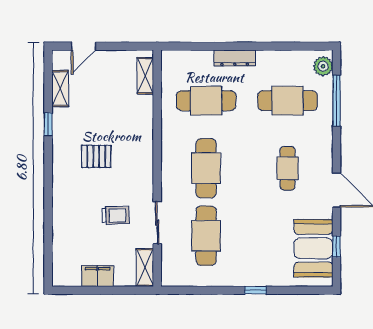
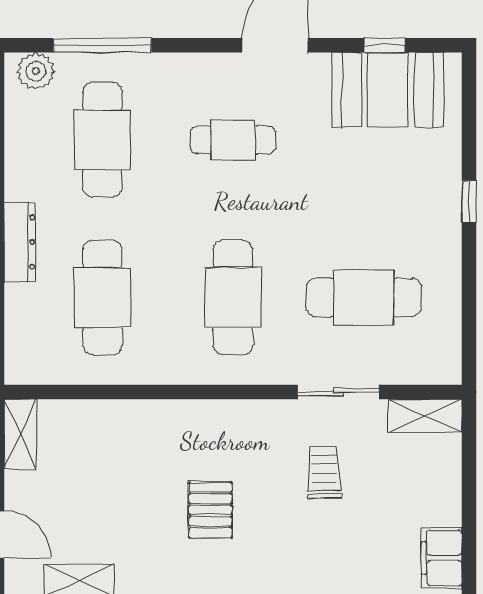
shelving: (145, 76) -> (20, 434), moved, turned 90
cafe table: (206, 168) -> (233, 297), turned 90
filing cabinet: (98, 276) -> (442, 558), moved

